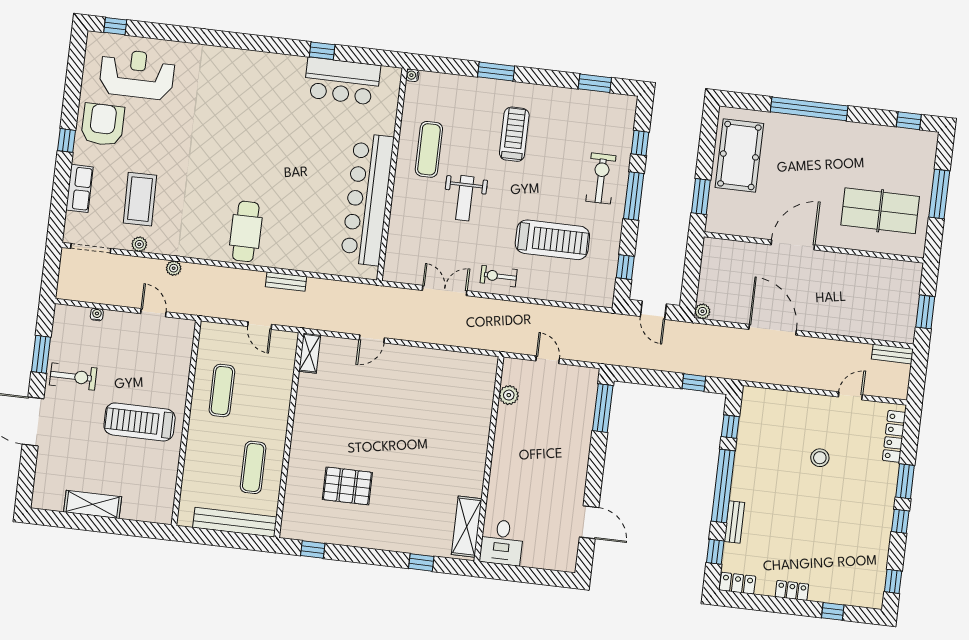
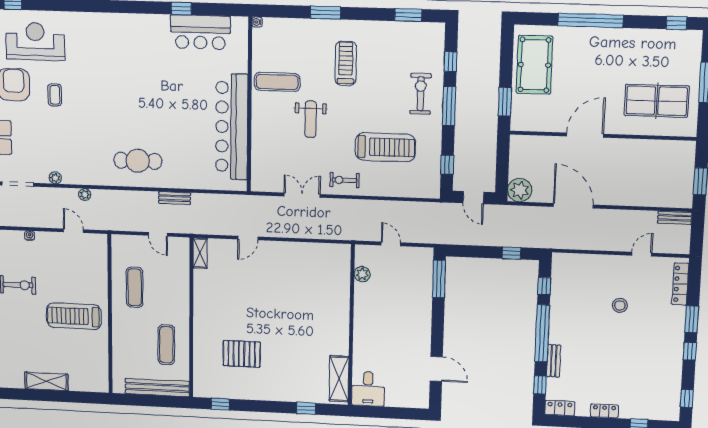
exercise mat: (429, 149) -> (277, 82), turned 90
coffee table: (140, 199) -> (55, 95), moved, width x0.54, depth x0.58
cafe table: (246, 231) -> (138, 161), turned 90
plant: (702, 311) -> (520, 190), width x1.87, depth x1.87

